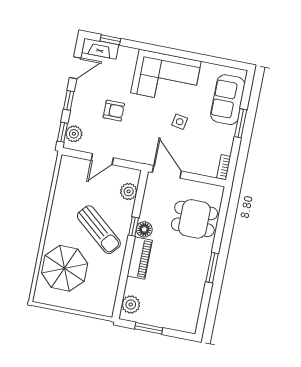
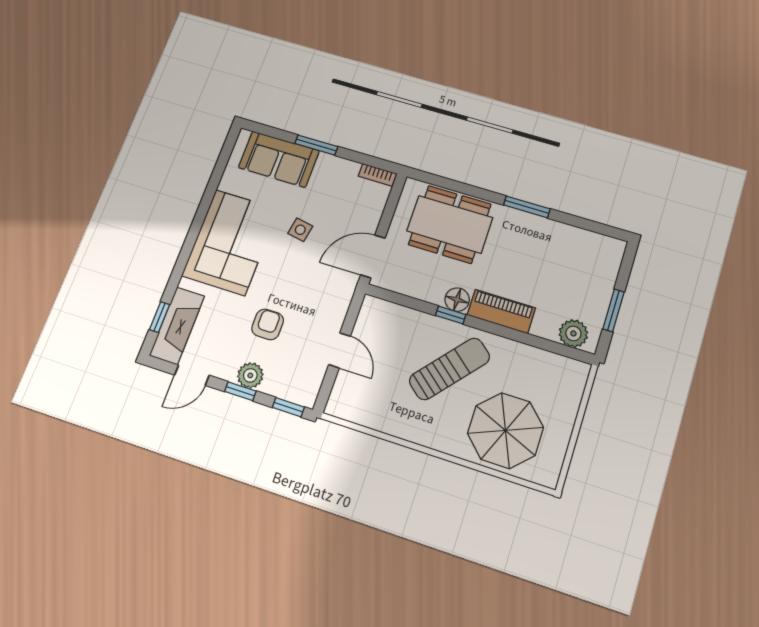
fireplace: (100, 49) -> (177, 326), width x1.37, depth x1.32
door: (75, 68) -> (192, 375), swing flipped
plant: (74, 134) -> (250, 375), moved
plant: (129, 191) -> (395, 316), removed
dining table: (194, 219) -> (450, 224), width x1.38

